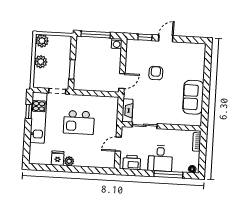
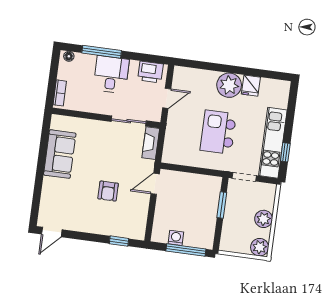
door: (166, 38) -> (52, 232), moved
washing machine: (117, 43) -> (176, 238), moved
kitchen island: (79, 122) -> (218, 132), turned -90
plant: (69, 161) -> (229, 85), width x1.87, depth x1.87

